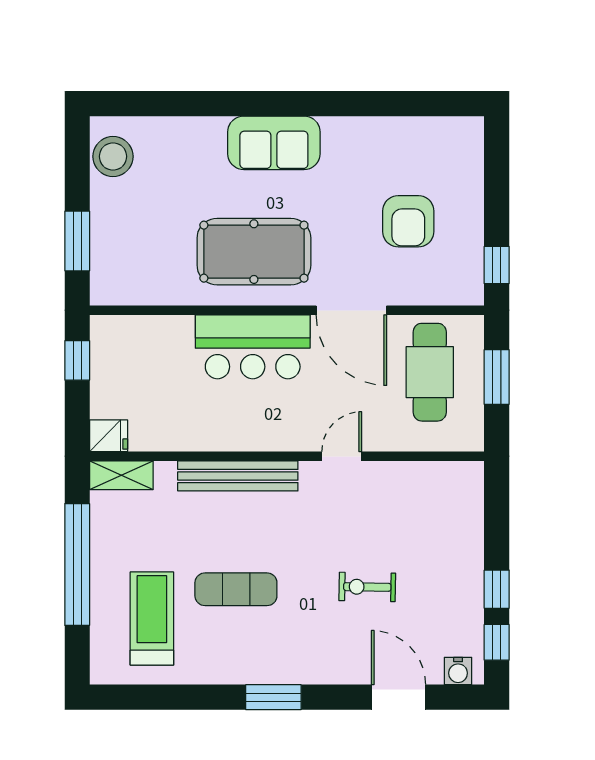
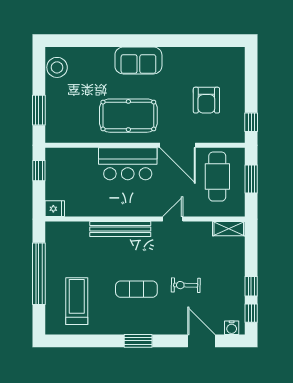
shelving: (121, 475) -> (229, 229), moved
exercise mat: (236, 589) -> (136, 289), moved

